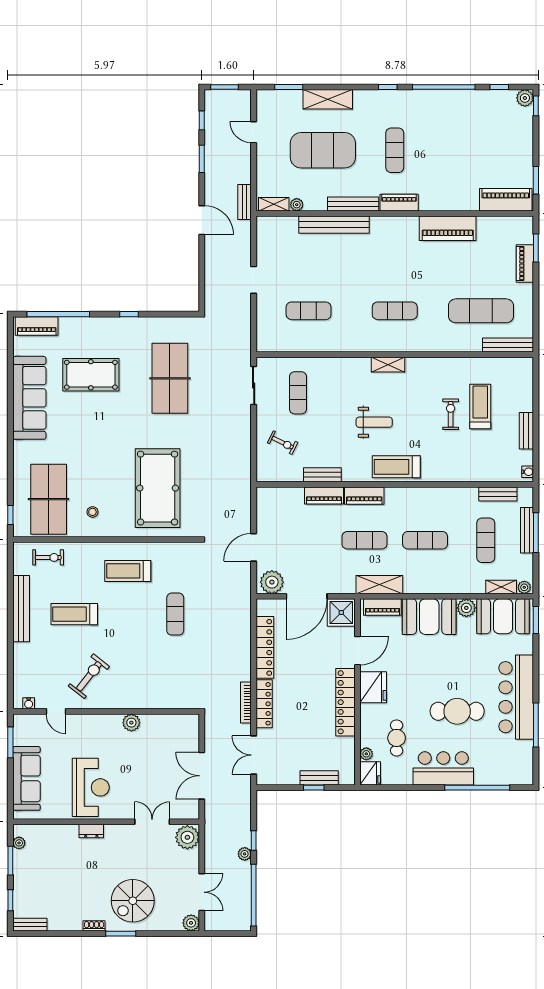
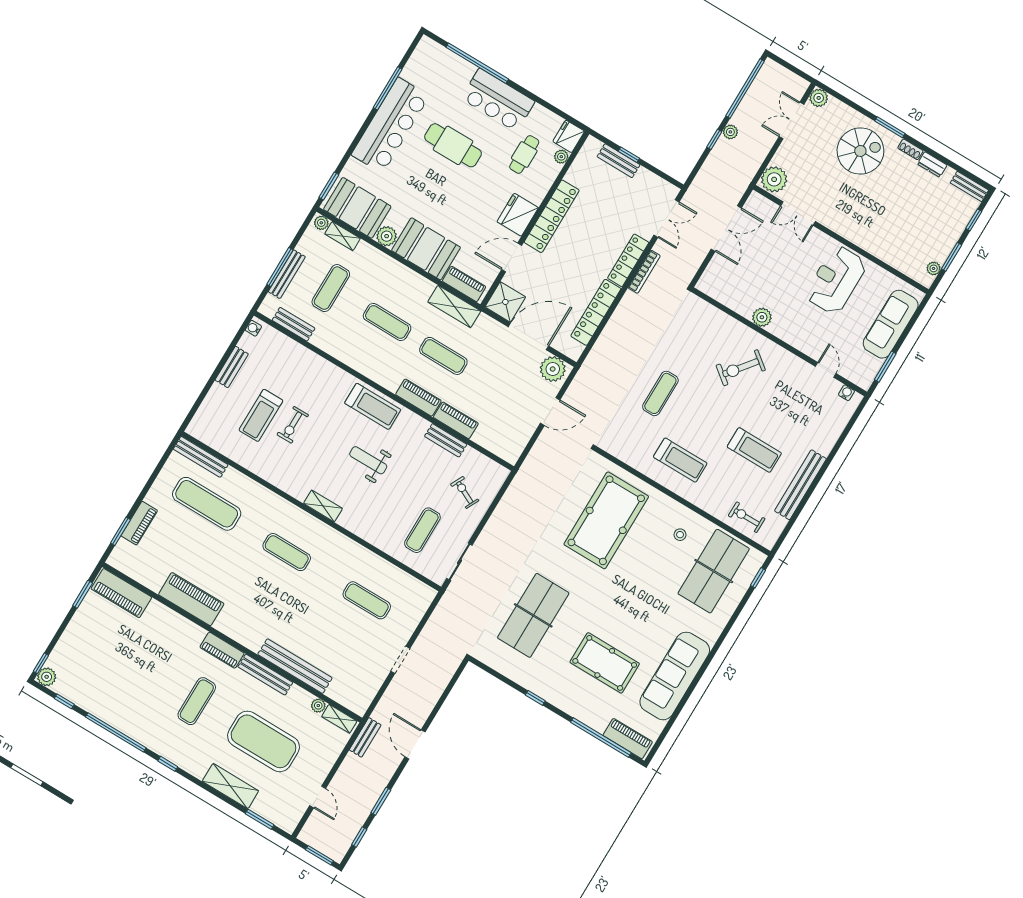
exercise bike: (89, 676) -> (741, 368), moved
dresser: (91, 831) -> (932, 165), moved, turned 180

